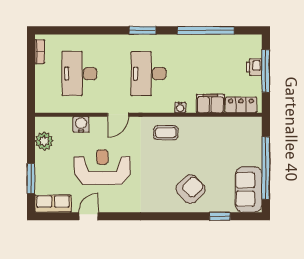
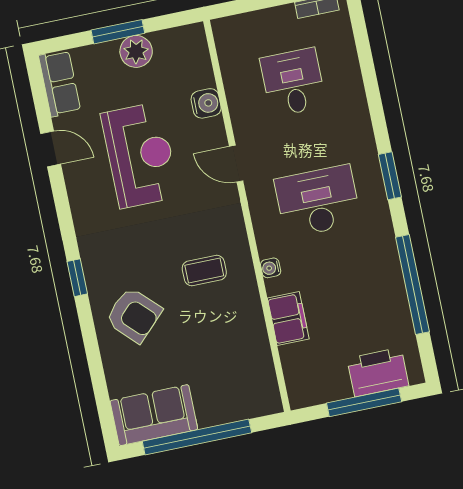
printer: (254, 67) -> (378, 372), width x1.87, depth x1.48
desk: (79, 74) -> (293, 82), width x0.73
locker: (241, 105) -> (297, 372), removed
coffee table: (166, 133) -> (204, 270), moved, turned 90
plant: (44, 141) -> (136, 51), moved
window: (31, 179) -> (118, 32), moved
window: (220, 216) -> (77, 278), moved

